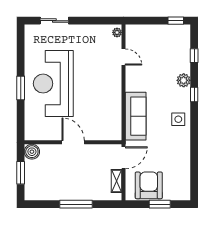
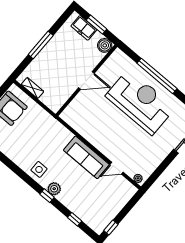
plant: (184, 80) -> (54, 189), moved
window: (21, 88) -> (157, 76), width x2.11
sofa: (136, 116) -> (86, 157), moved
door: (124, 158) -> (45, 107), removed
freezer: (32, 181) -> (84, 28), added

